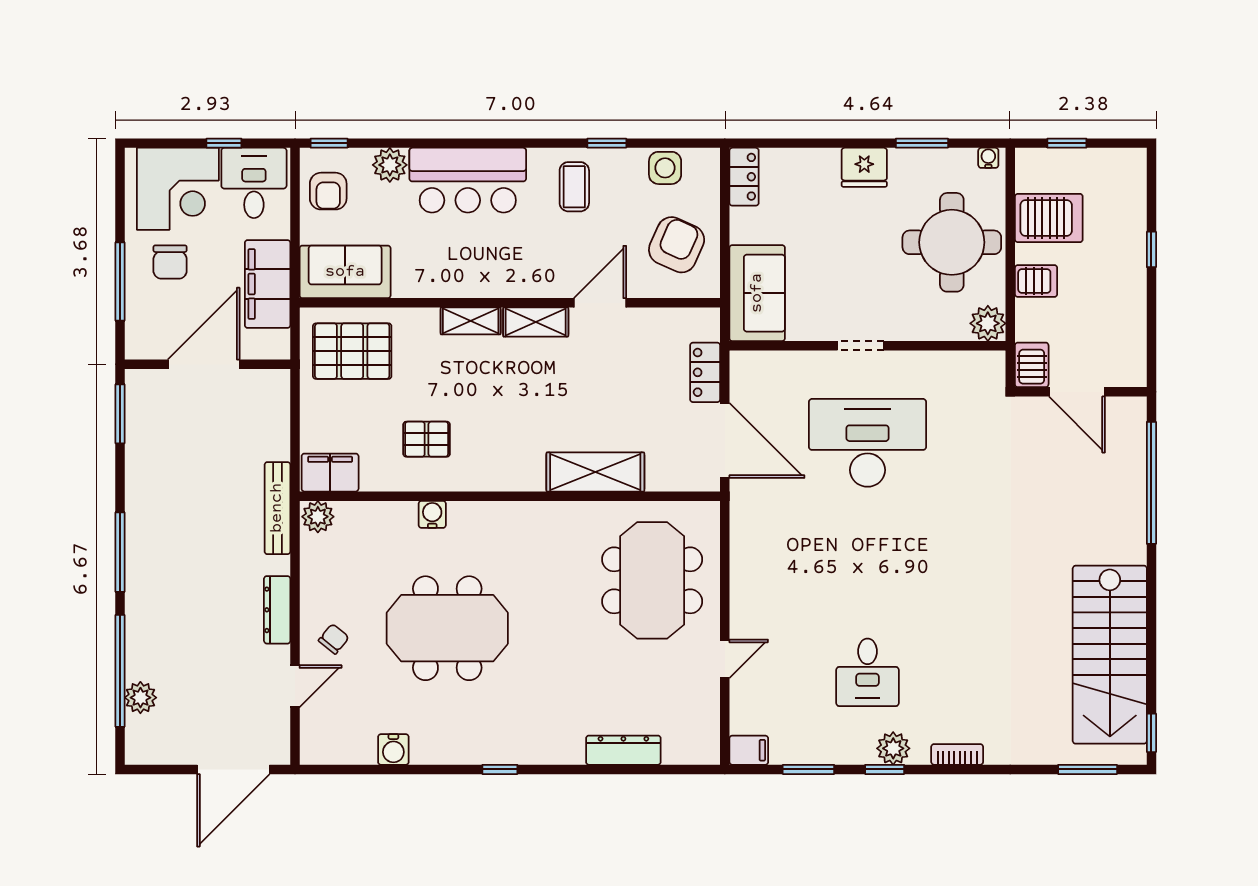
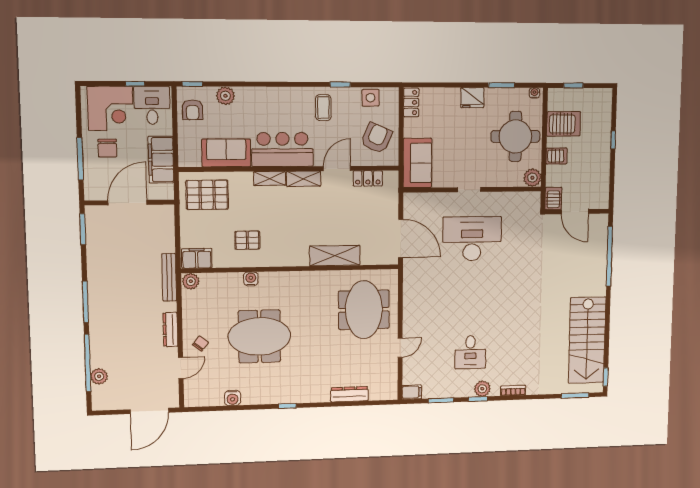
bar counter: (468, 180) -> (283, 149), moved, turned 180
sofa: (345, 272) -> (226, 153), moved
locker: (705, 372) -> (368, 178), moved, turned -90

